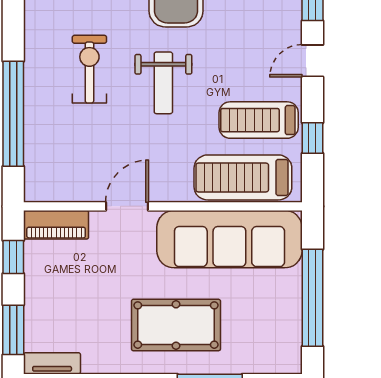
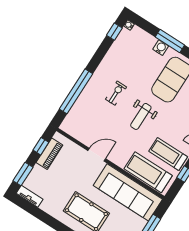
exercise bike: (89, 69) -> (116, 93), width x0.73, depth x0.72
piano: (56, 225) -> (49, 154), moved, turned -90

